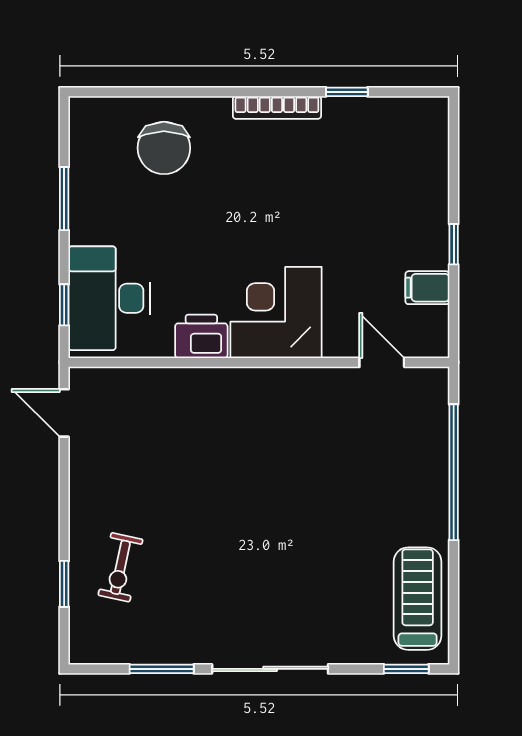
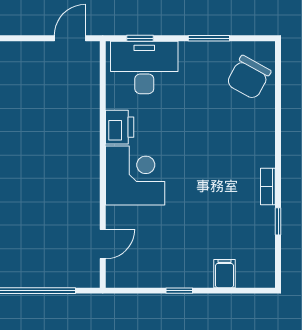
bookcase: (277, 108) -> (268, 186), width x0.64
chair: (164, 148) -> (249, 77), moved, turned -61
filing cabinet: (427, 288) -> (224, 274), moved

